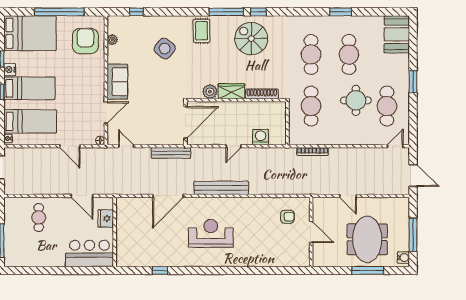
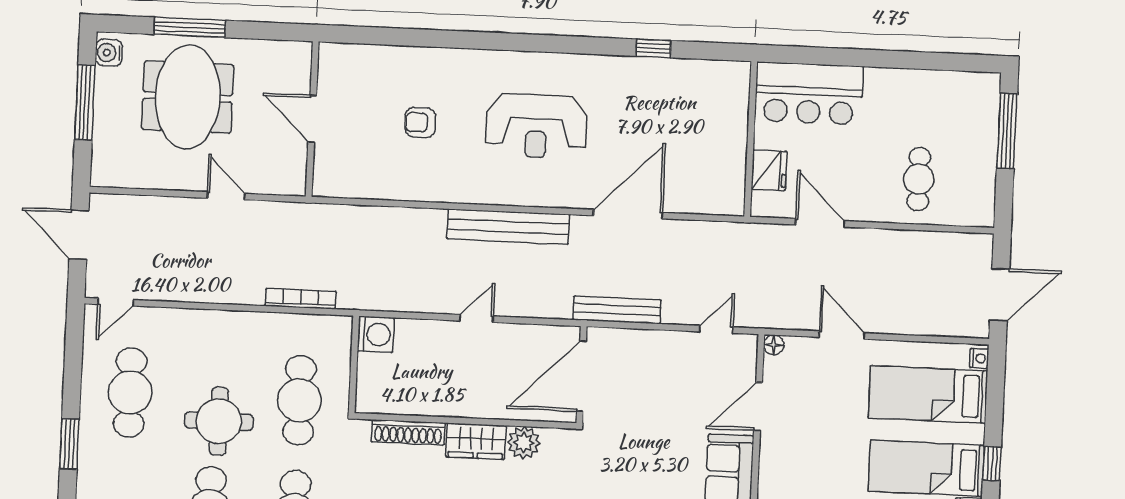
round table: (356, 100) -> (219, 421), moved
washing machine: (261, 137) -> (376, 334), moved, turned -90
door: (126, 146) -> (716, 329), swing flipped
armchair: (287, 217) -> (420, 122), moved

